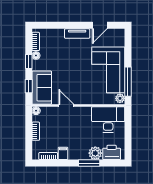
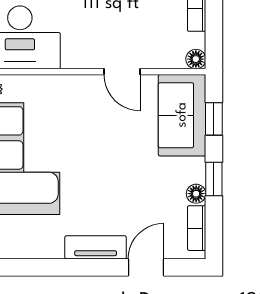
door: (100, 25) -> (146, 267), moved

